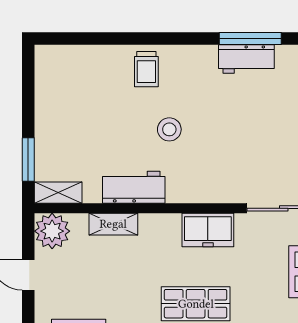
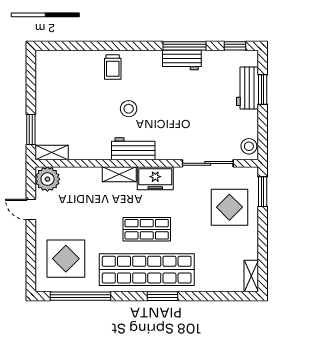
workbench: (134, 187) -> (133, 149), moved
shelving: (113, 224) -> (119, 174), moved

